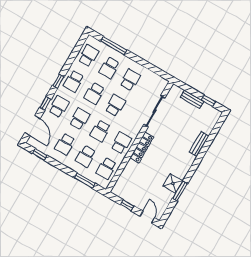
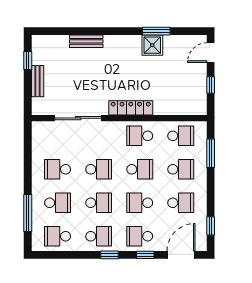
school desk: (115, 105) -> (99, 169), turned 180

